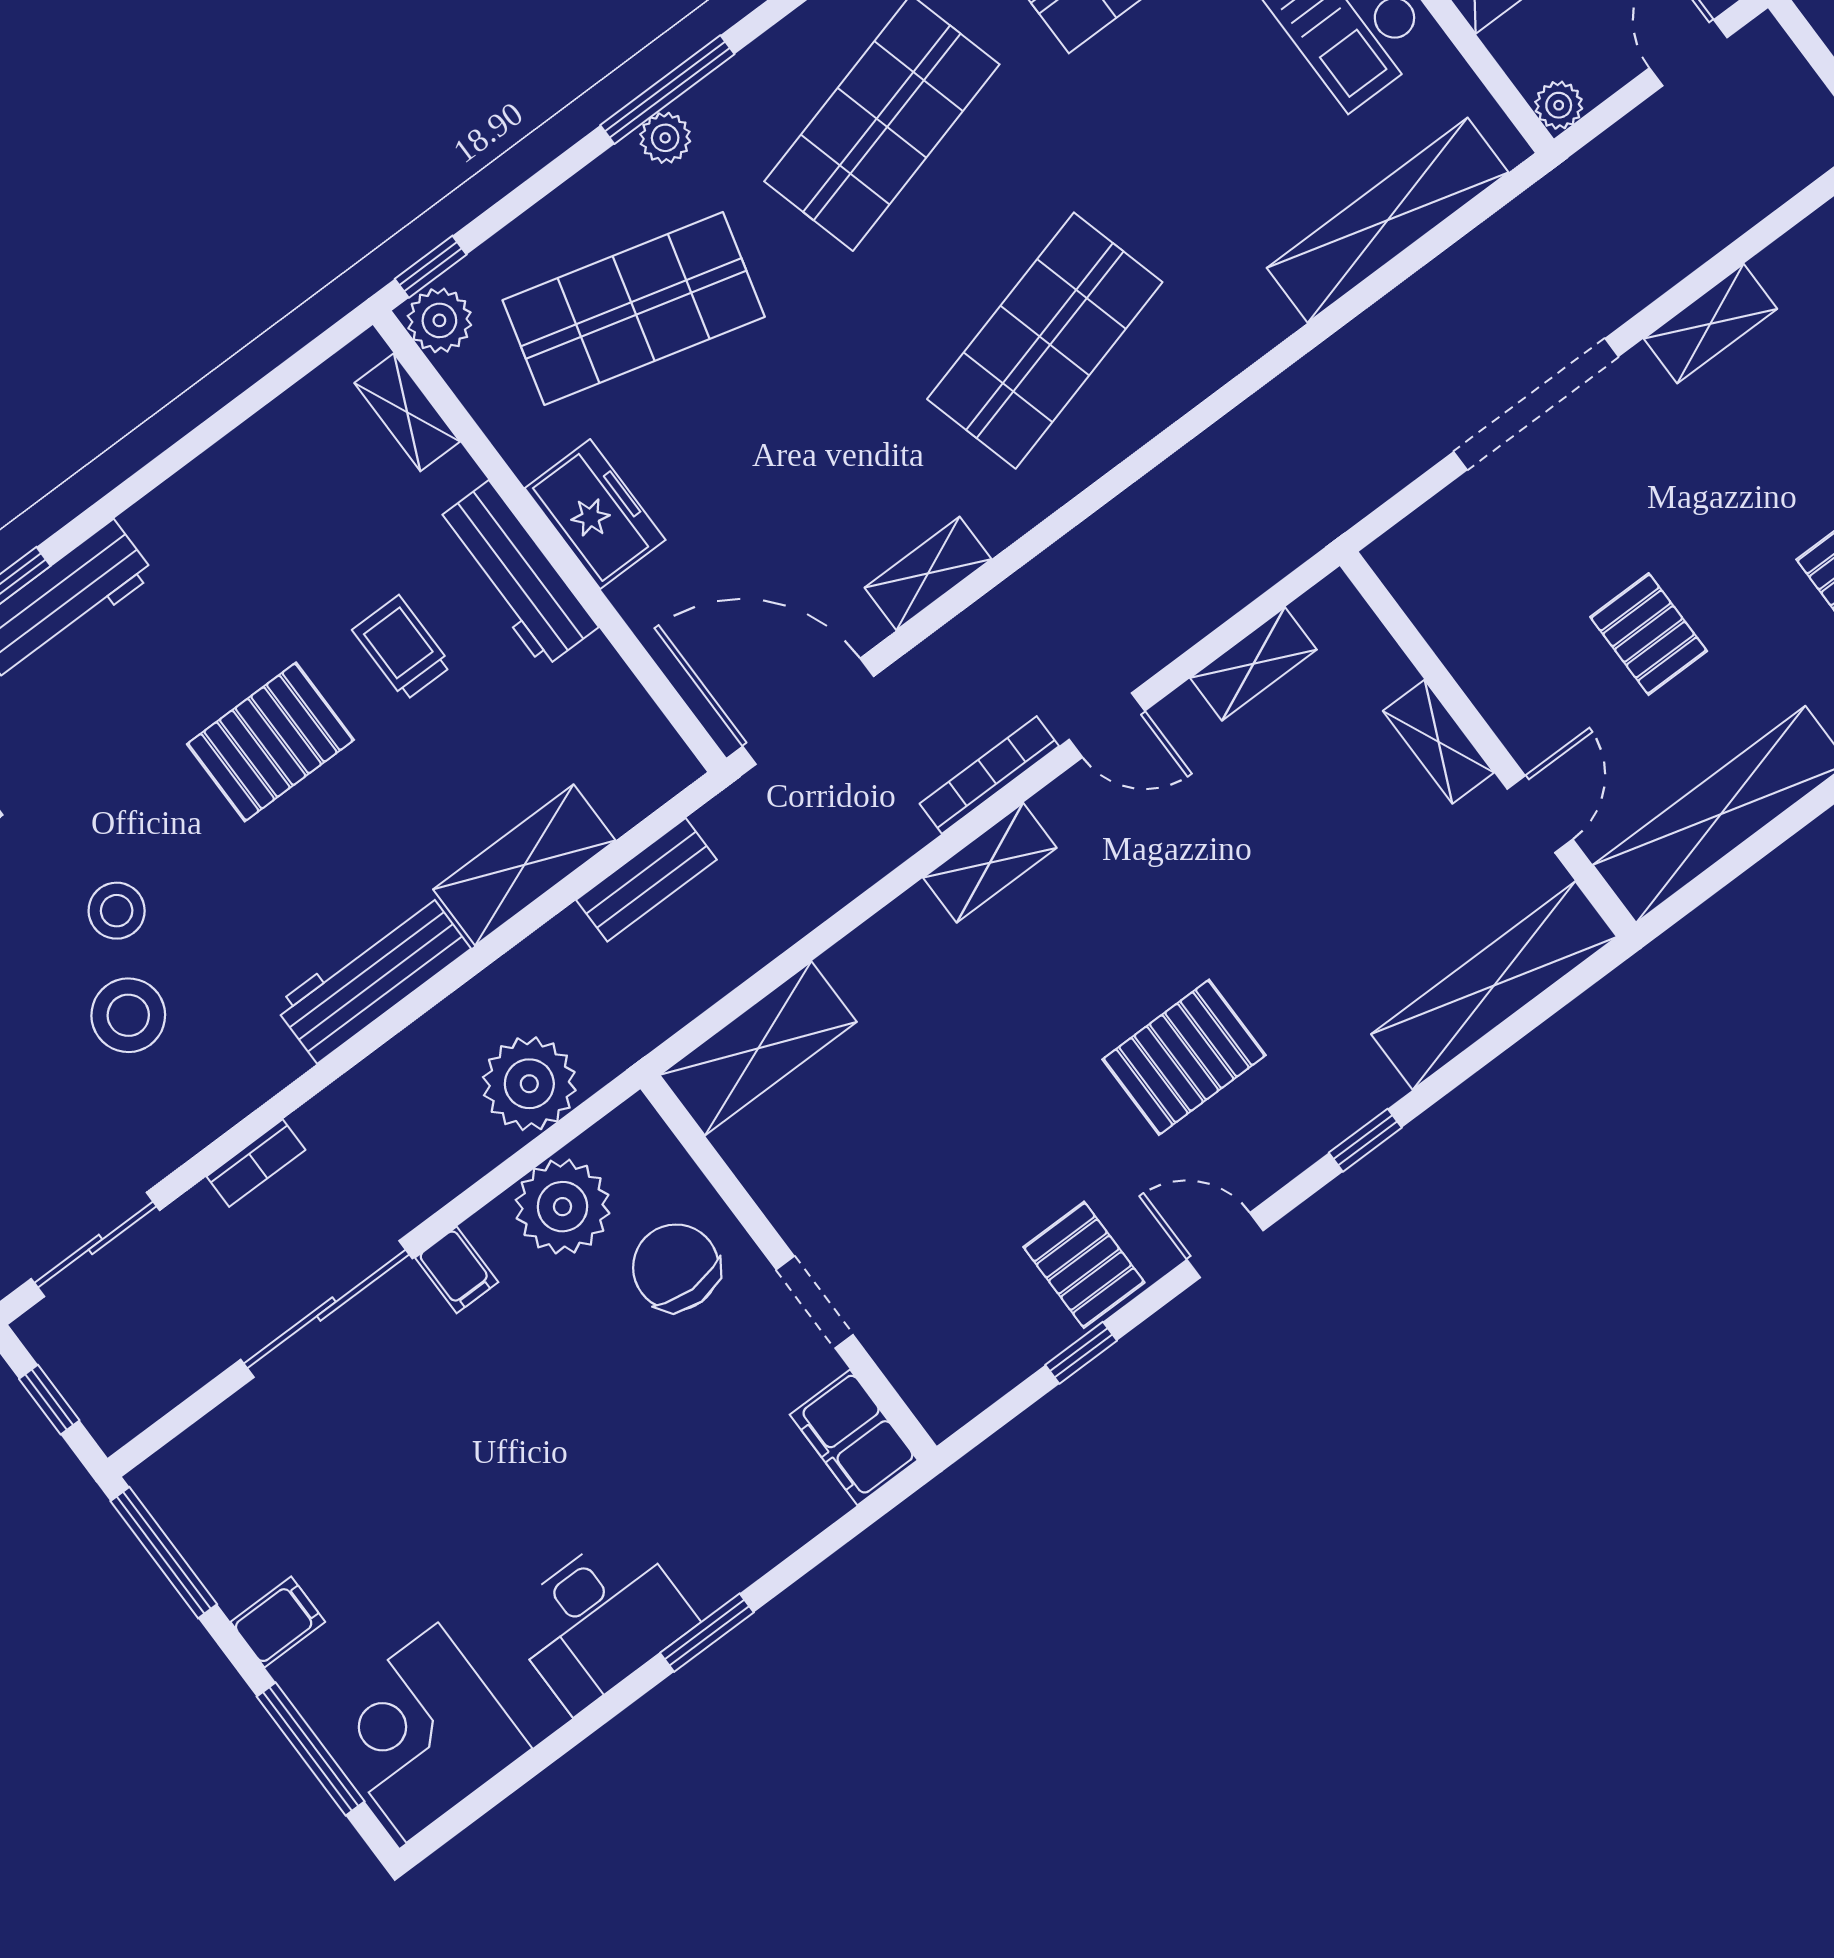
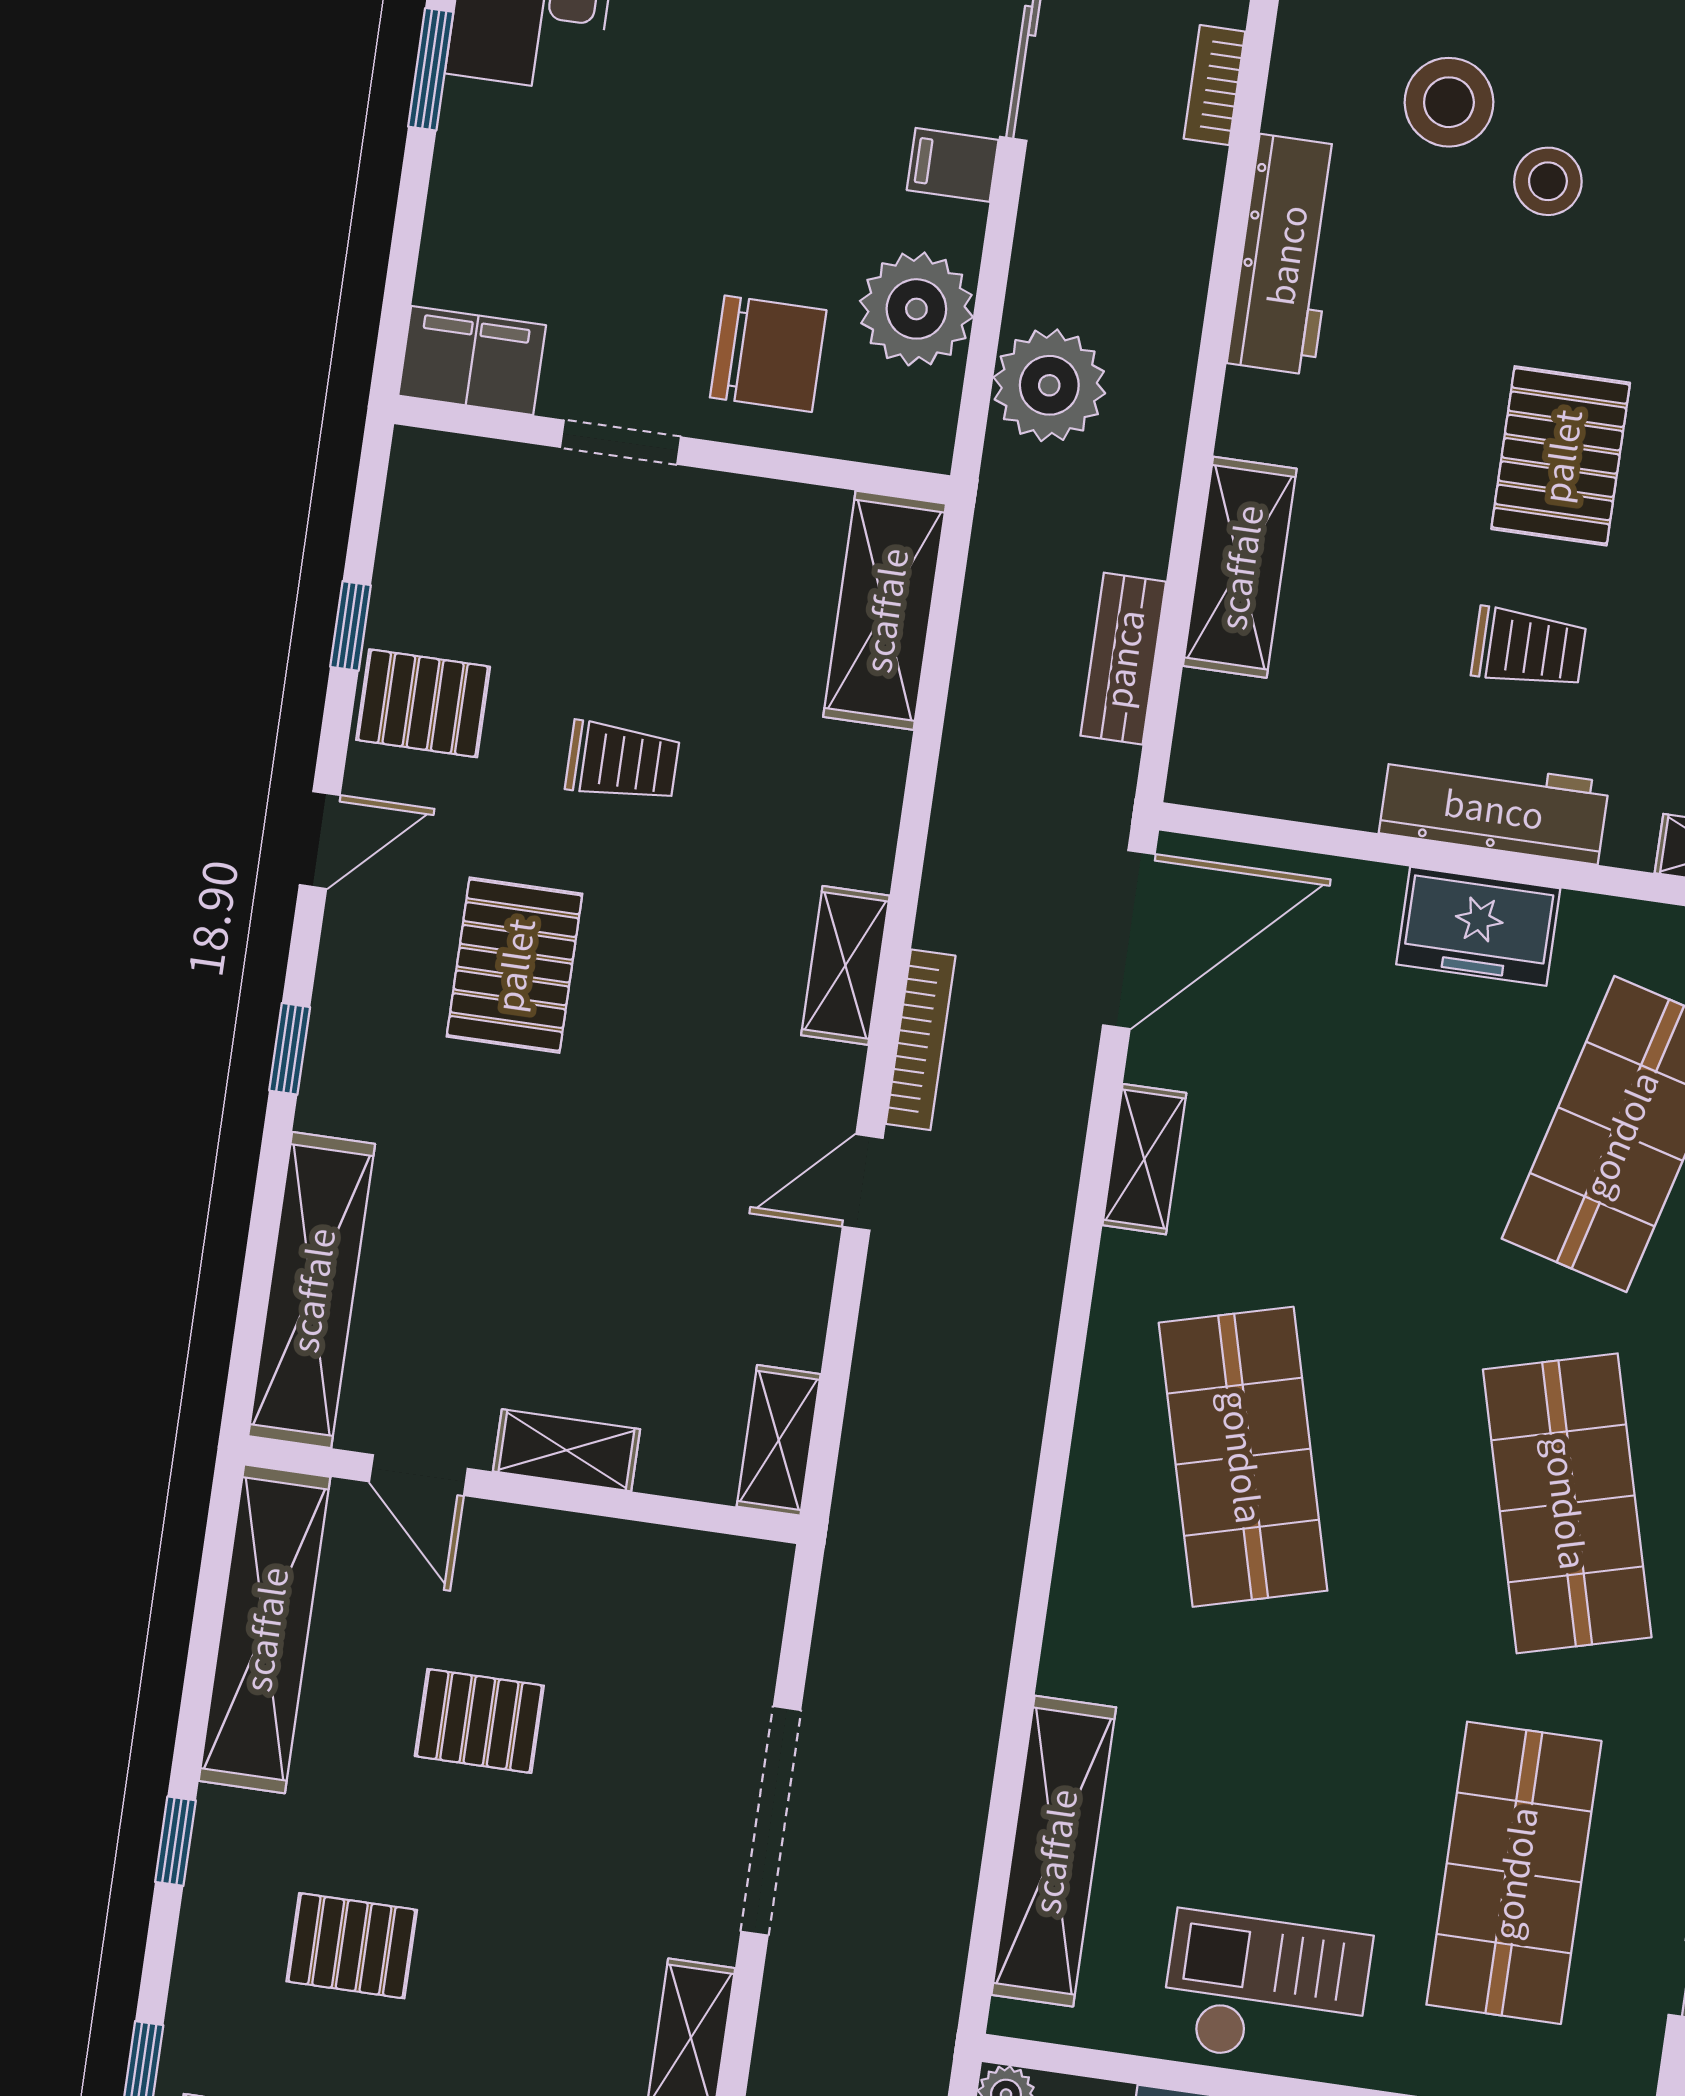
shelving: (1253, 664) -> (779, 1440), moved
workbench: (372, 977) -> (1286, 255), moved
trolley: (1001, 1113) -> (622, 762), added

